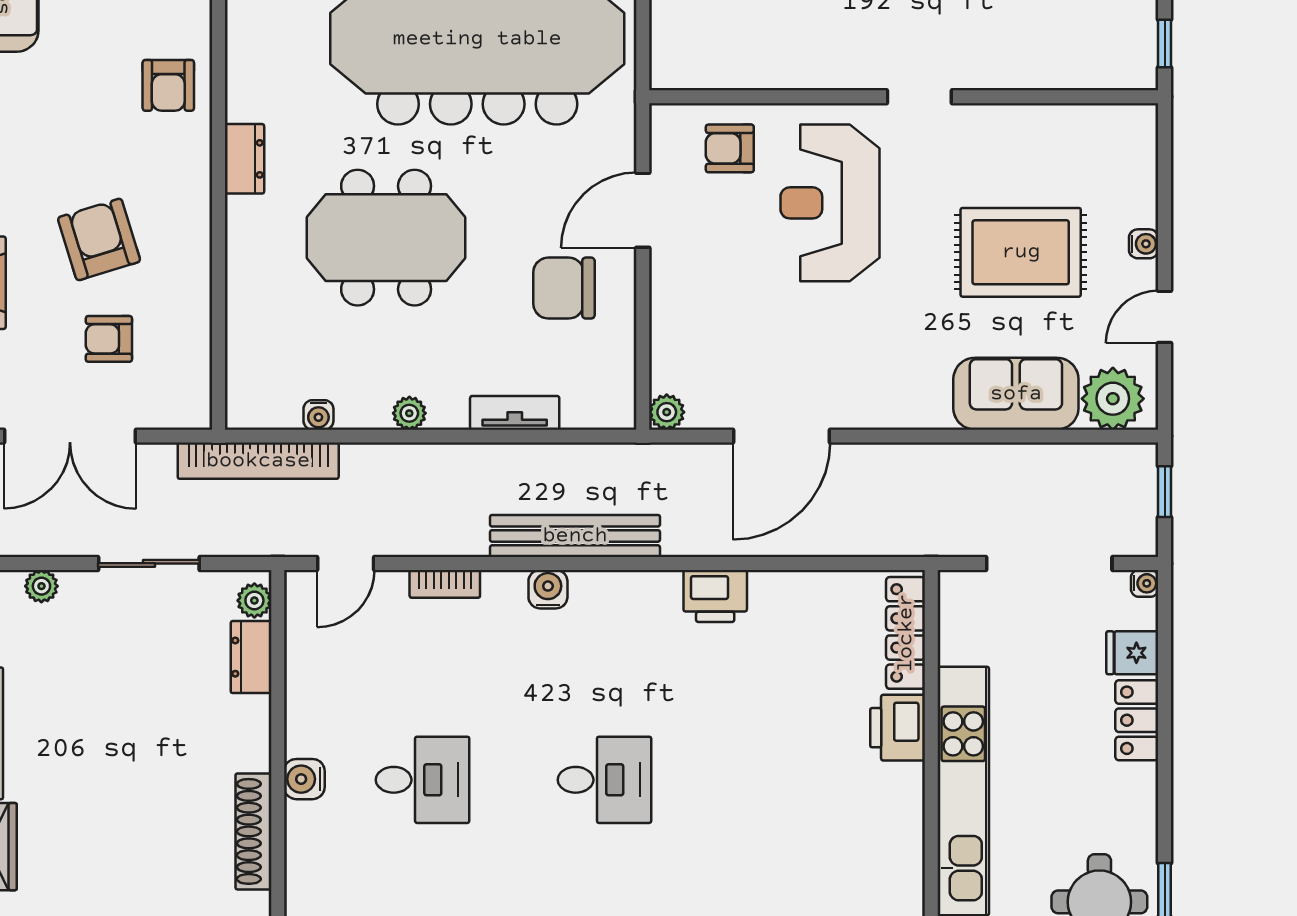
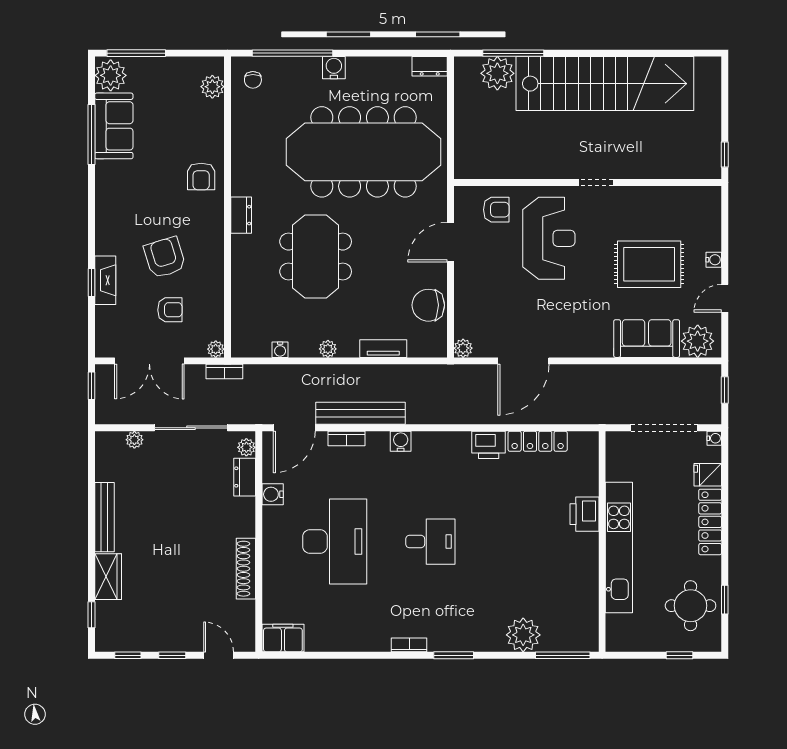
armchair: (730, 148) -> (496, 210), turned 180
reception desk: (830, 203) -> (549, 238), turned 180
meeting table: (386, 238) -> (316, 257), turned 90
chair: (564, 288) -> (428, 305), moved
armchair: (109, 339) -> (170, 310), turned 180
plant: (196, 414) -> (216, 349), added
bookcase: (258, 461) -> (224, 372), width x0.43, depth x0.76
bench: (575, 536) -> (360, 413), moved
sliding door: (149, 563) -> (191, 428), width x1.37
door: (346, 563) -> (294, 428), width x1.37
locker: (906, 633) -> (538, 441), moved, turned -90
locker: (1137, 720) -> (710, 522), width x1.53
water cooler: (304, 779) -> (273, 494), moved
desk: (423, 780) -> (335, 542), width x1.87, depth x1.30

